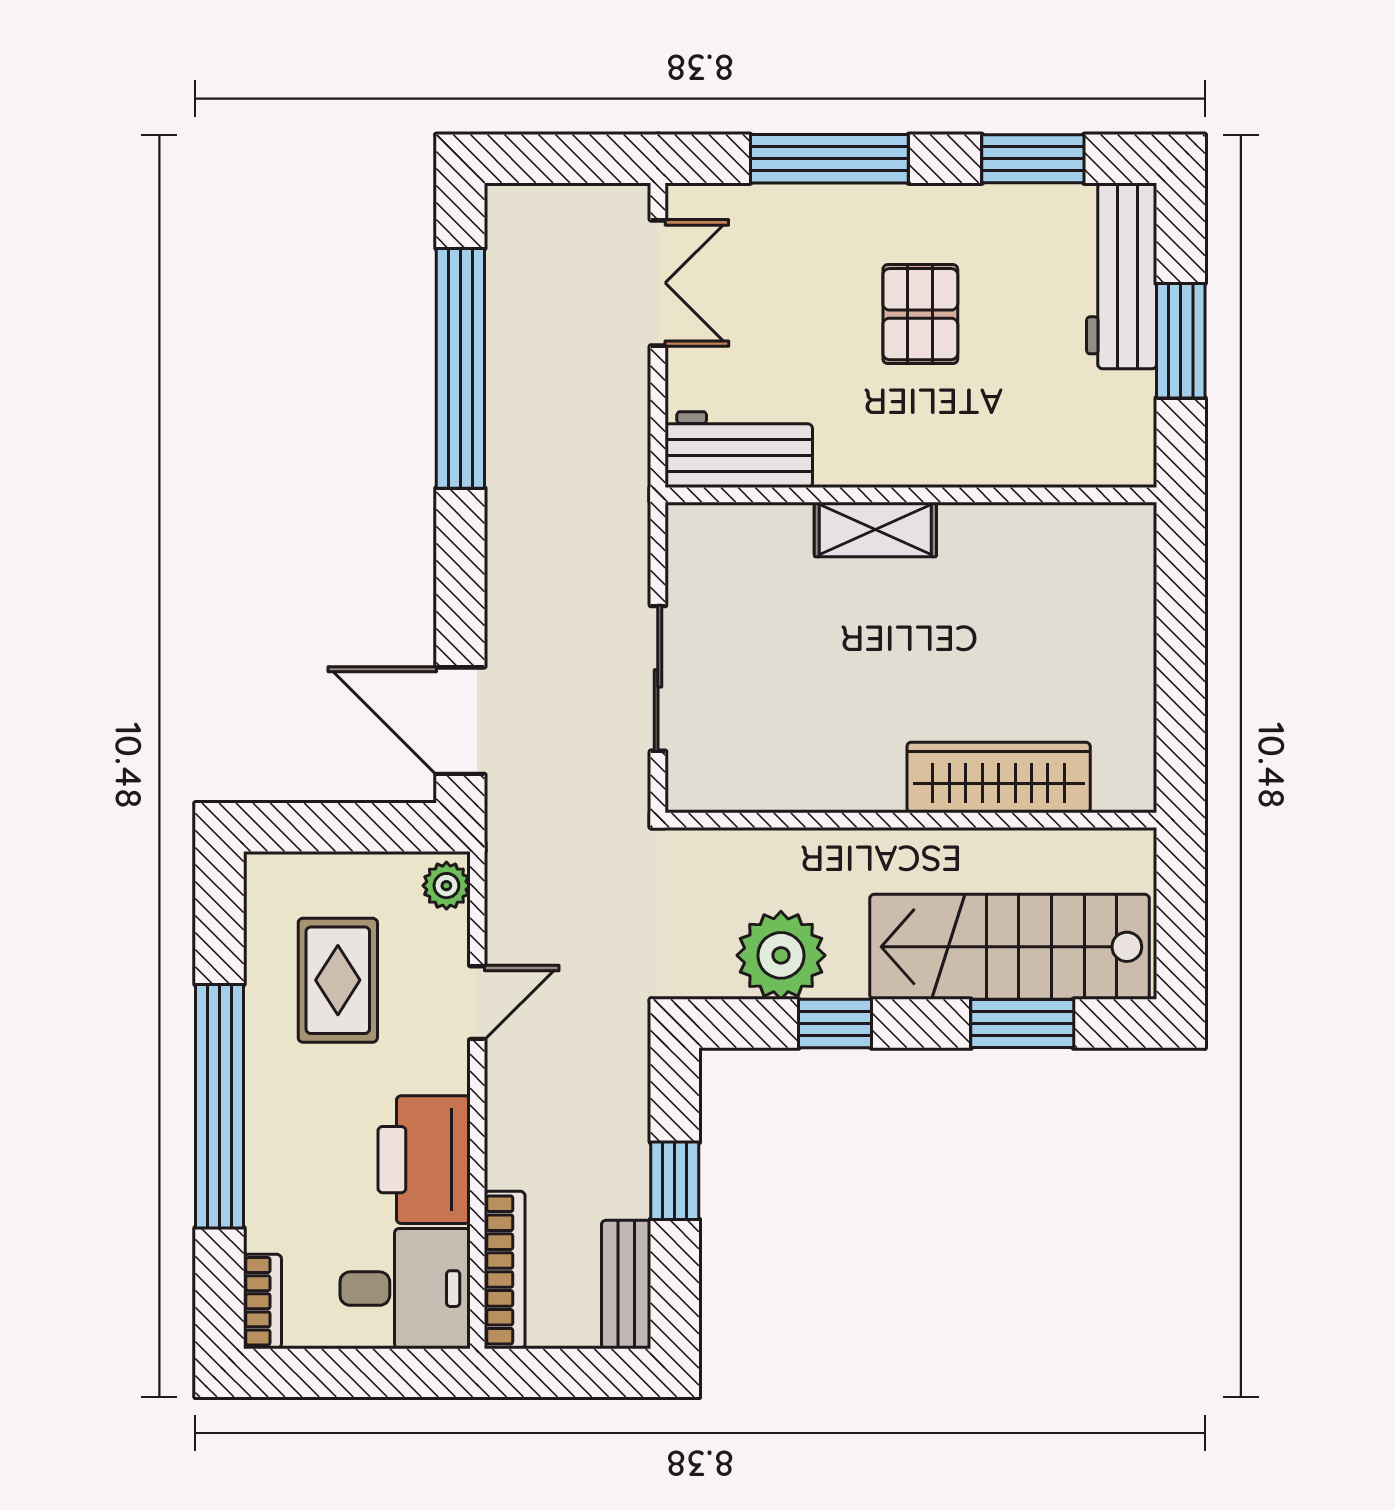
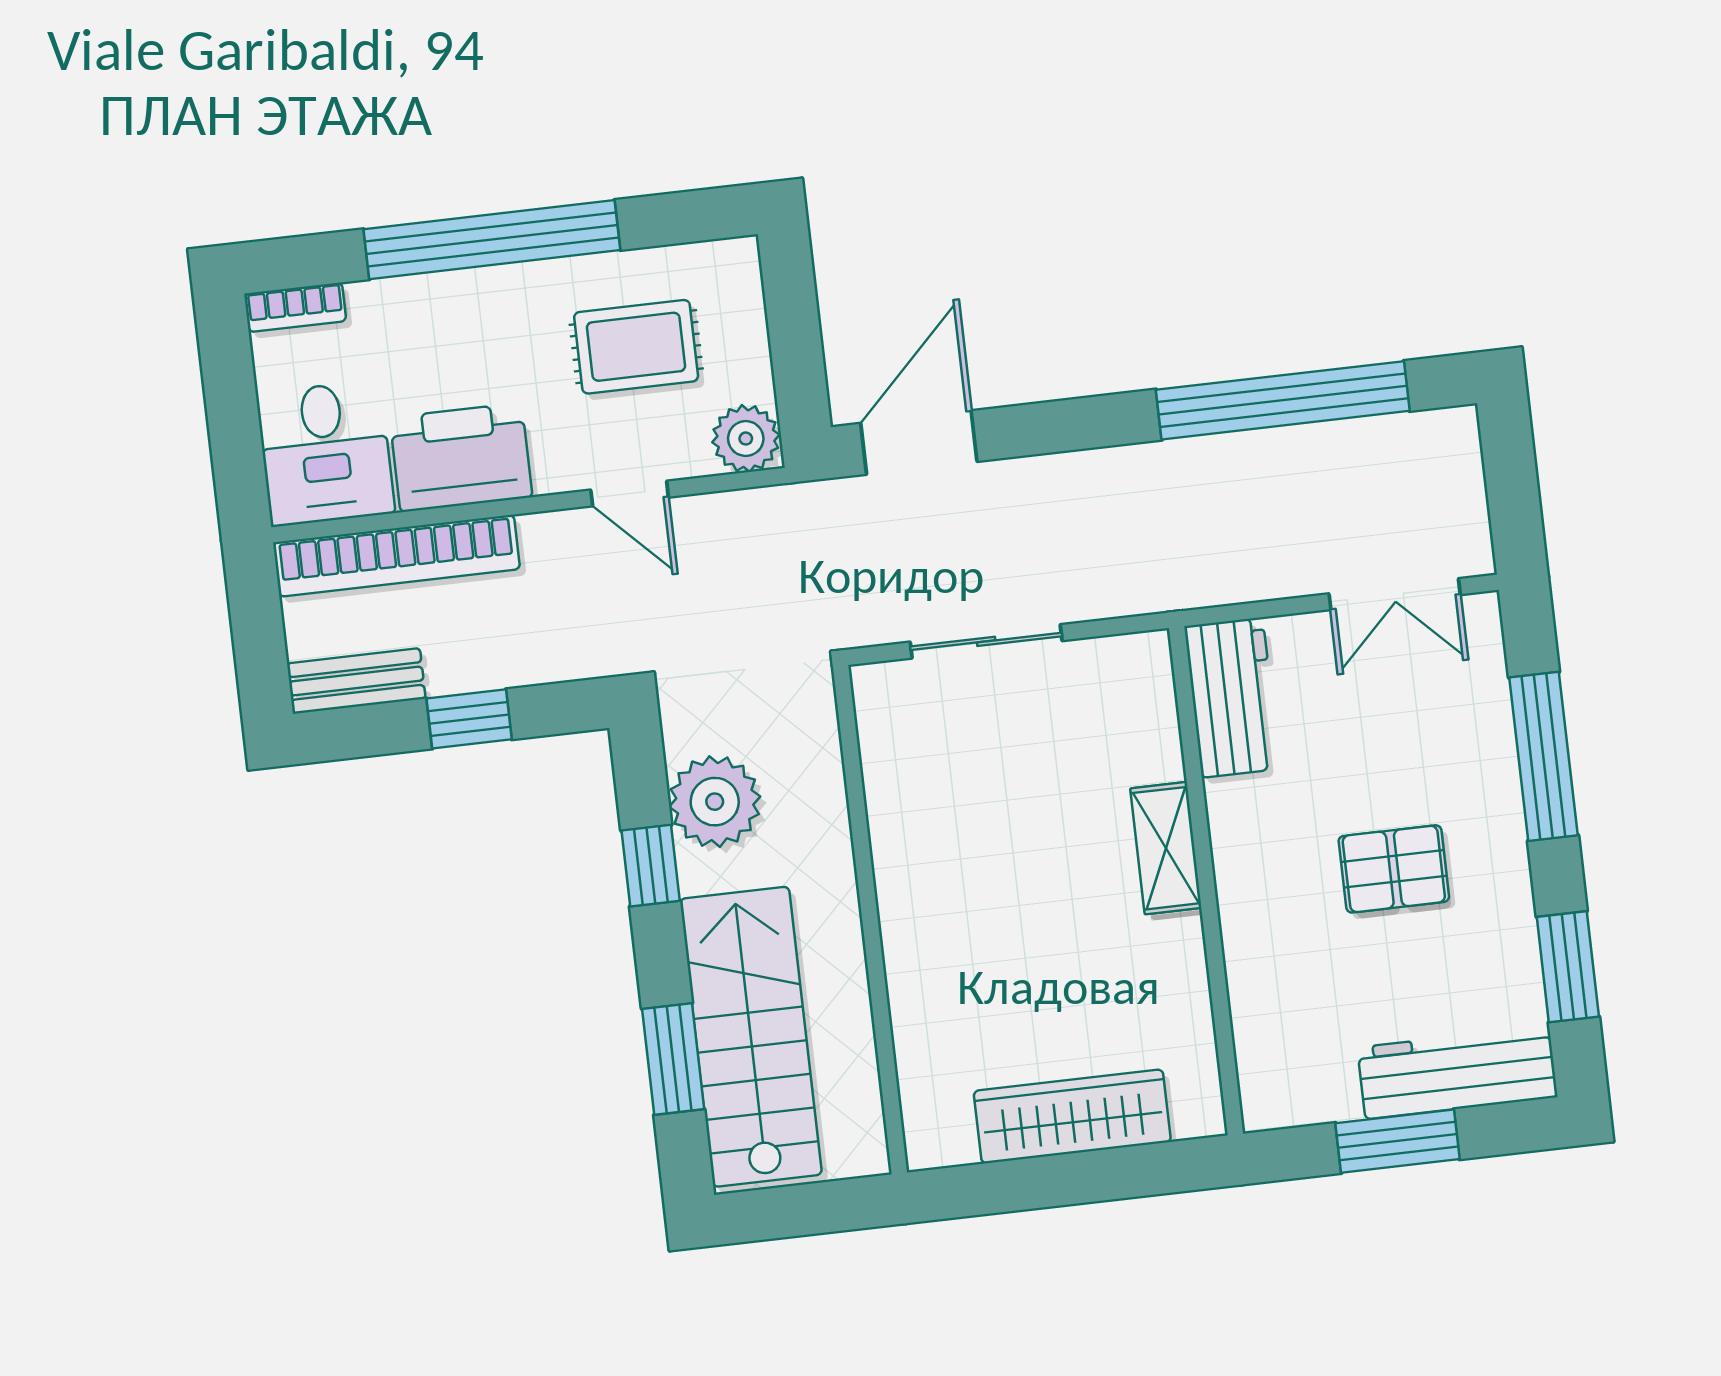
wardrobe: (999, 777) -> (1072, 1116), moved, turned -90
plant: (446, 886) -> (746, 439), width x1.38, depth x1.38
bookcase: (505, 1270) -> (396, 556), width x1.48, depth x1.31

